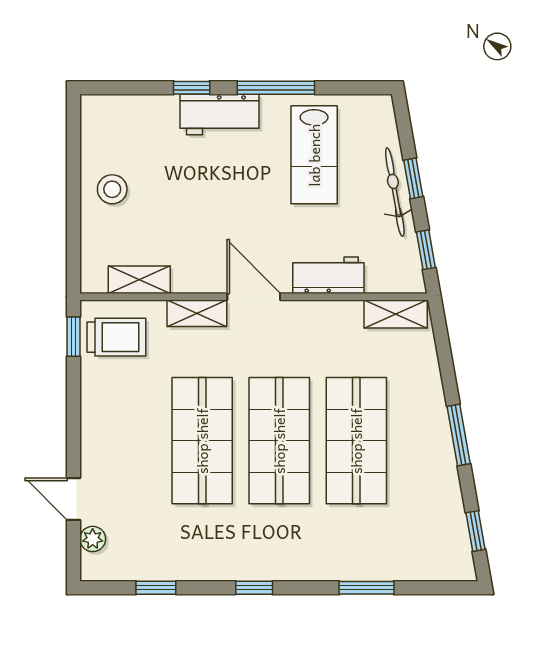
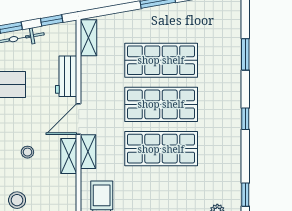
stool: (196, 208) -> (27, 152), added
shelving: (139, 280) -> (69, 156), moved
window: (156, 588) -> (245, 195), moved

